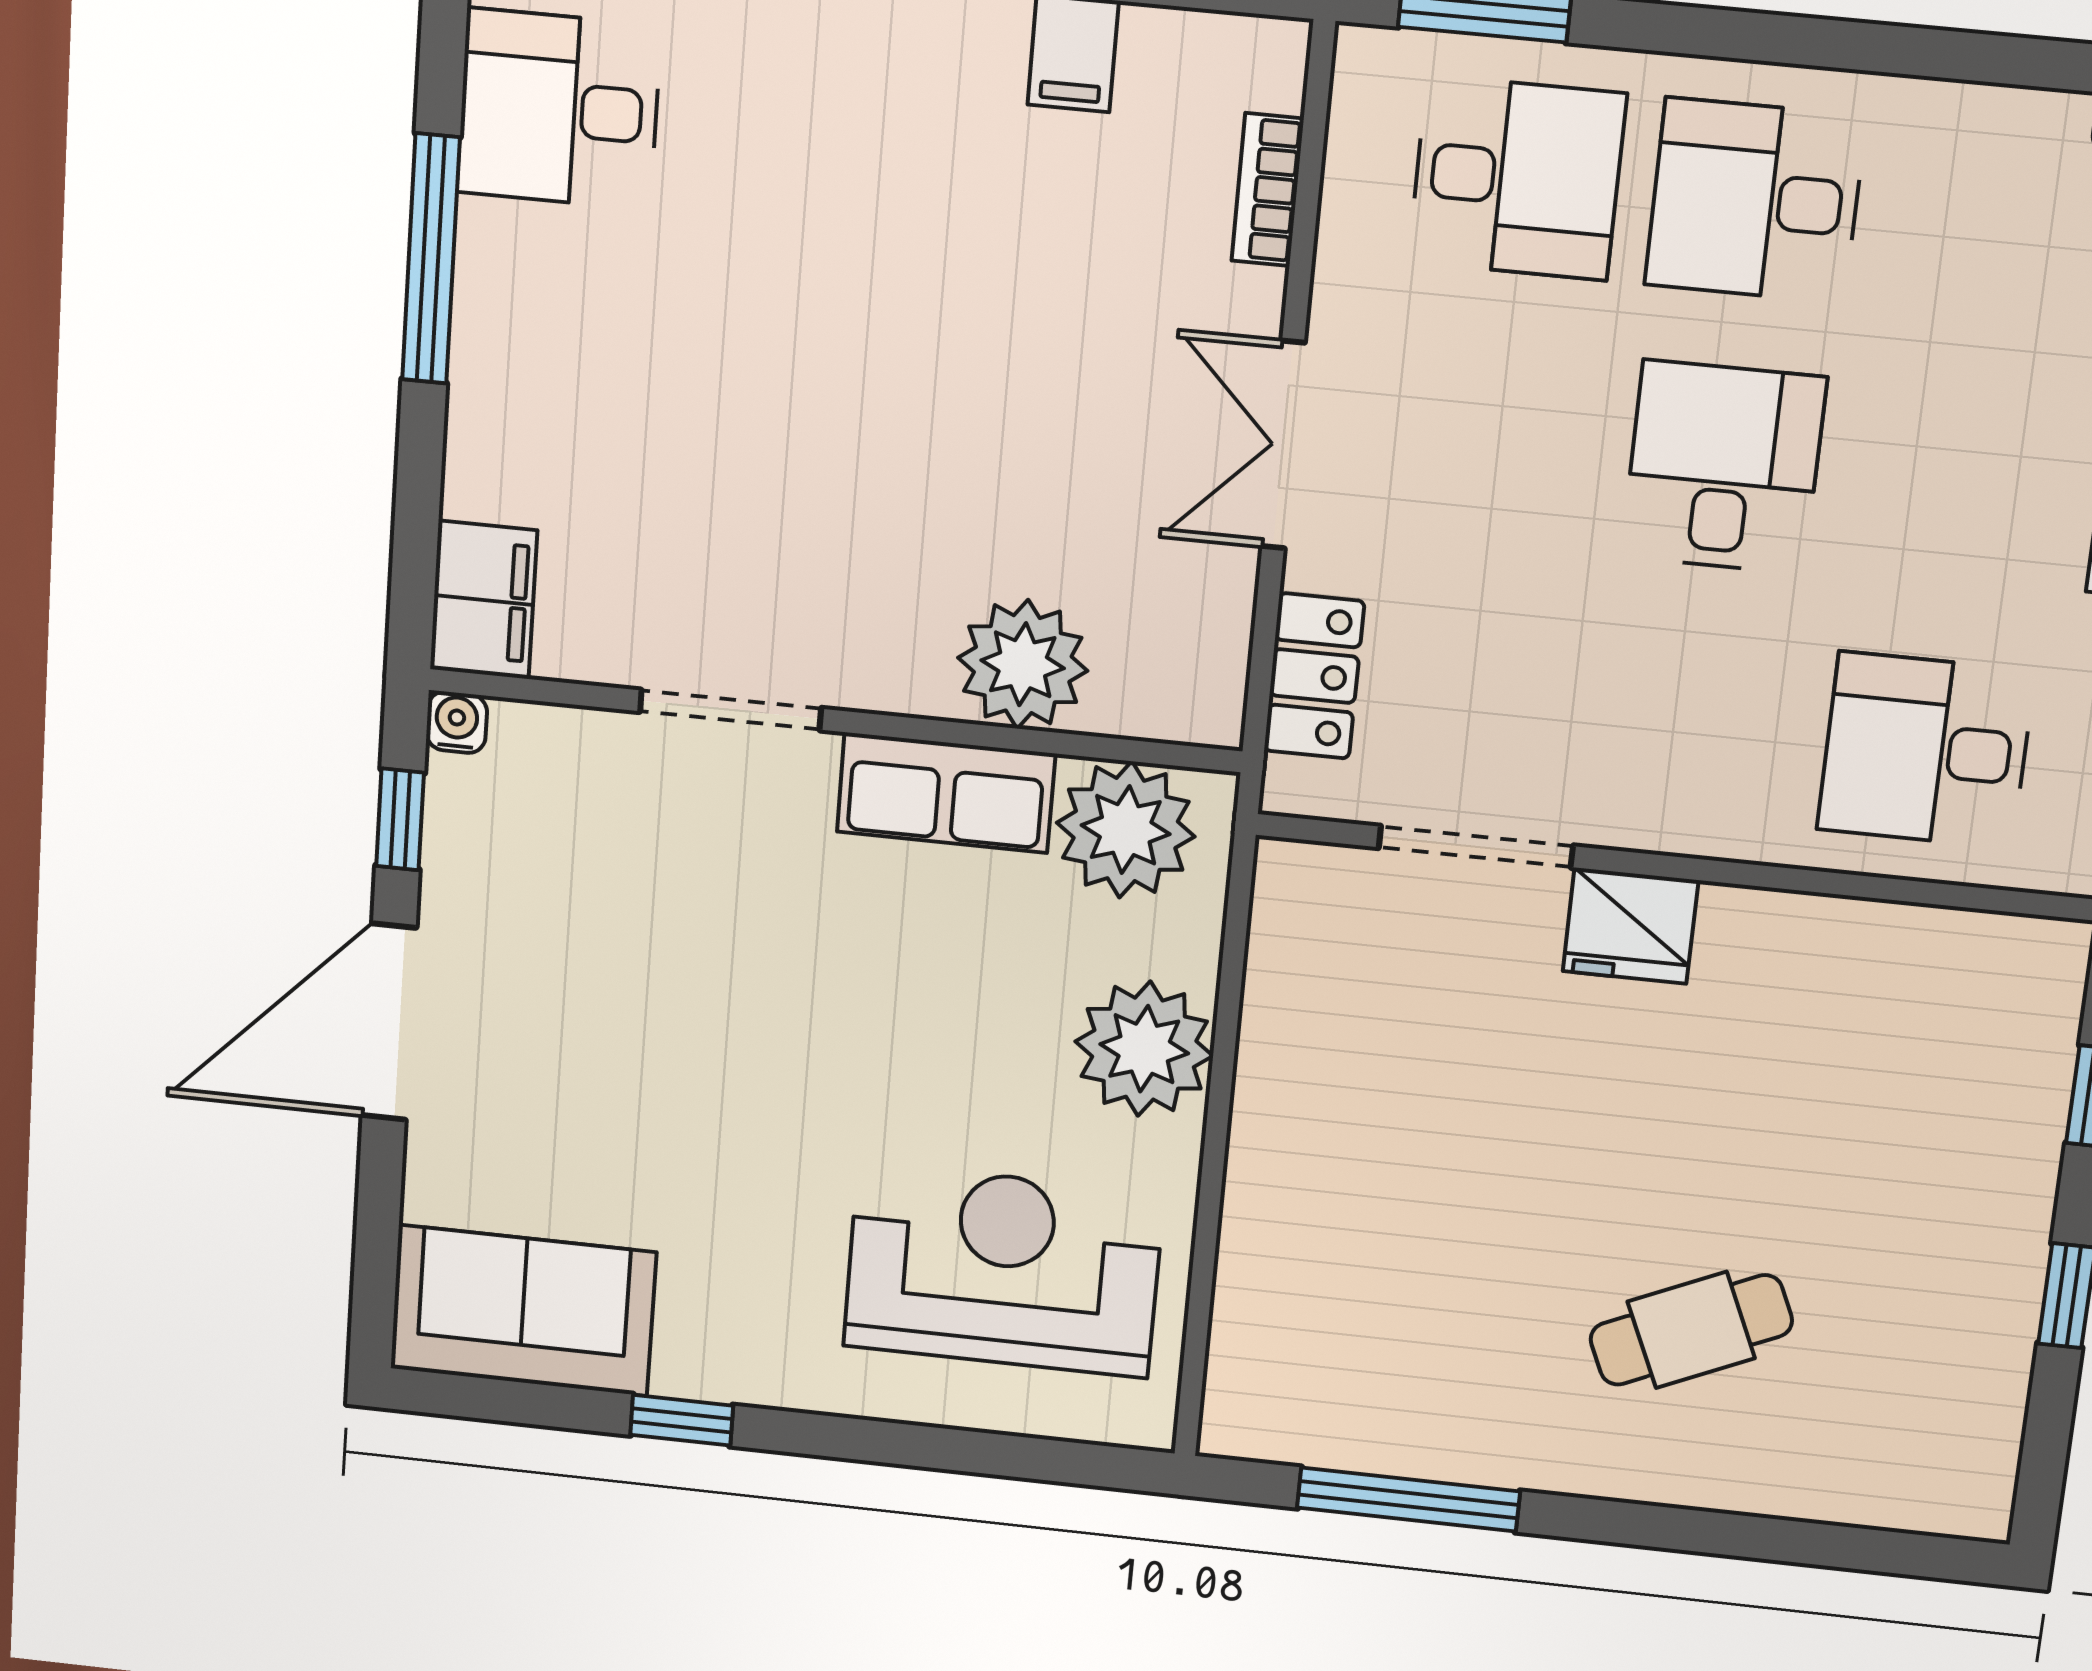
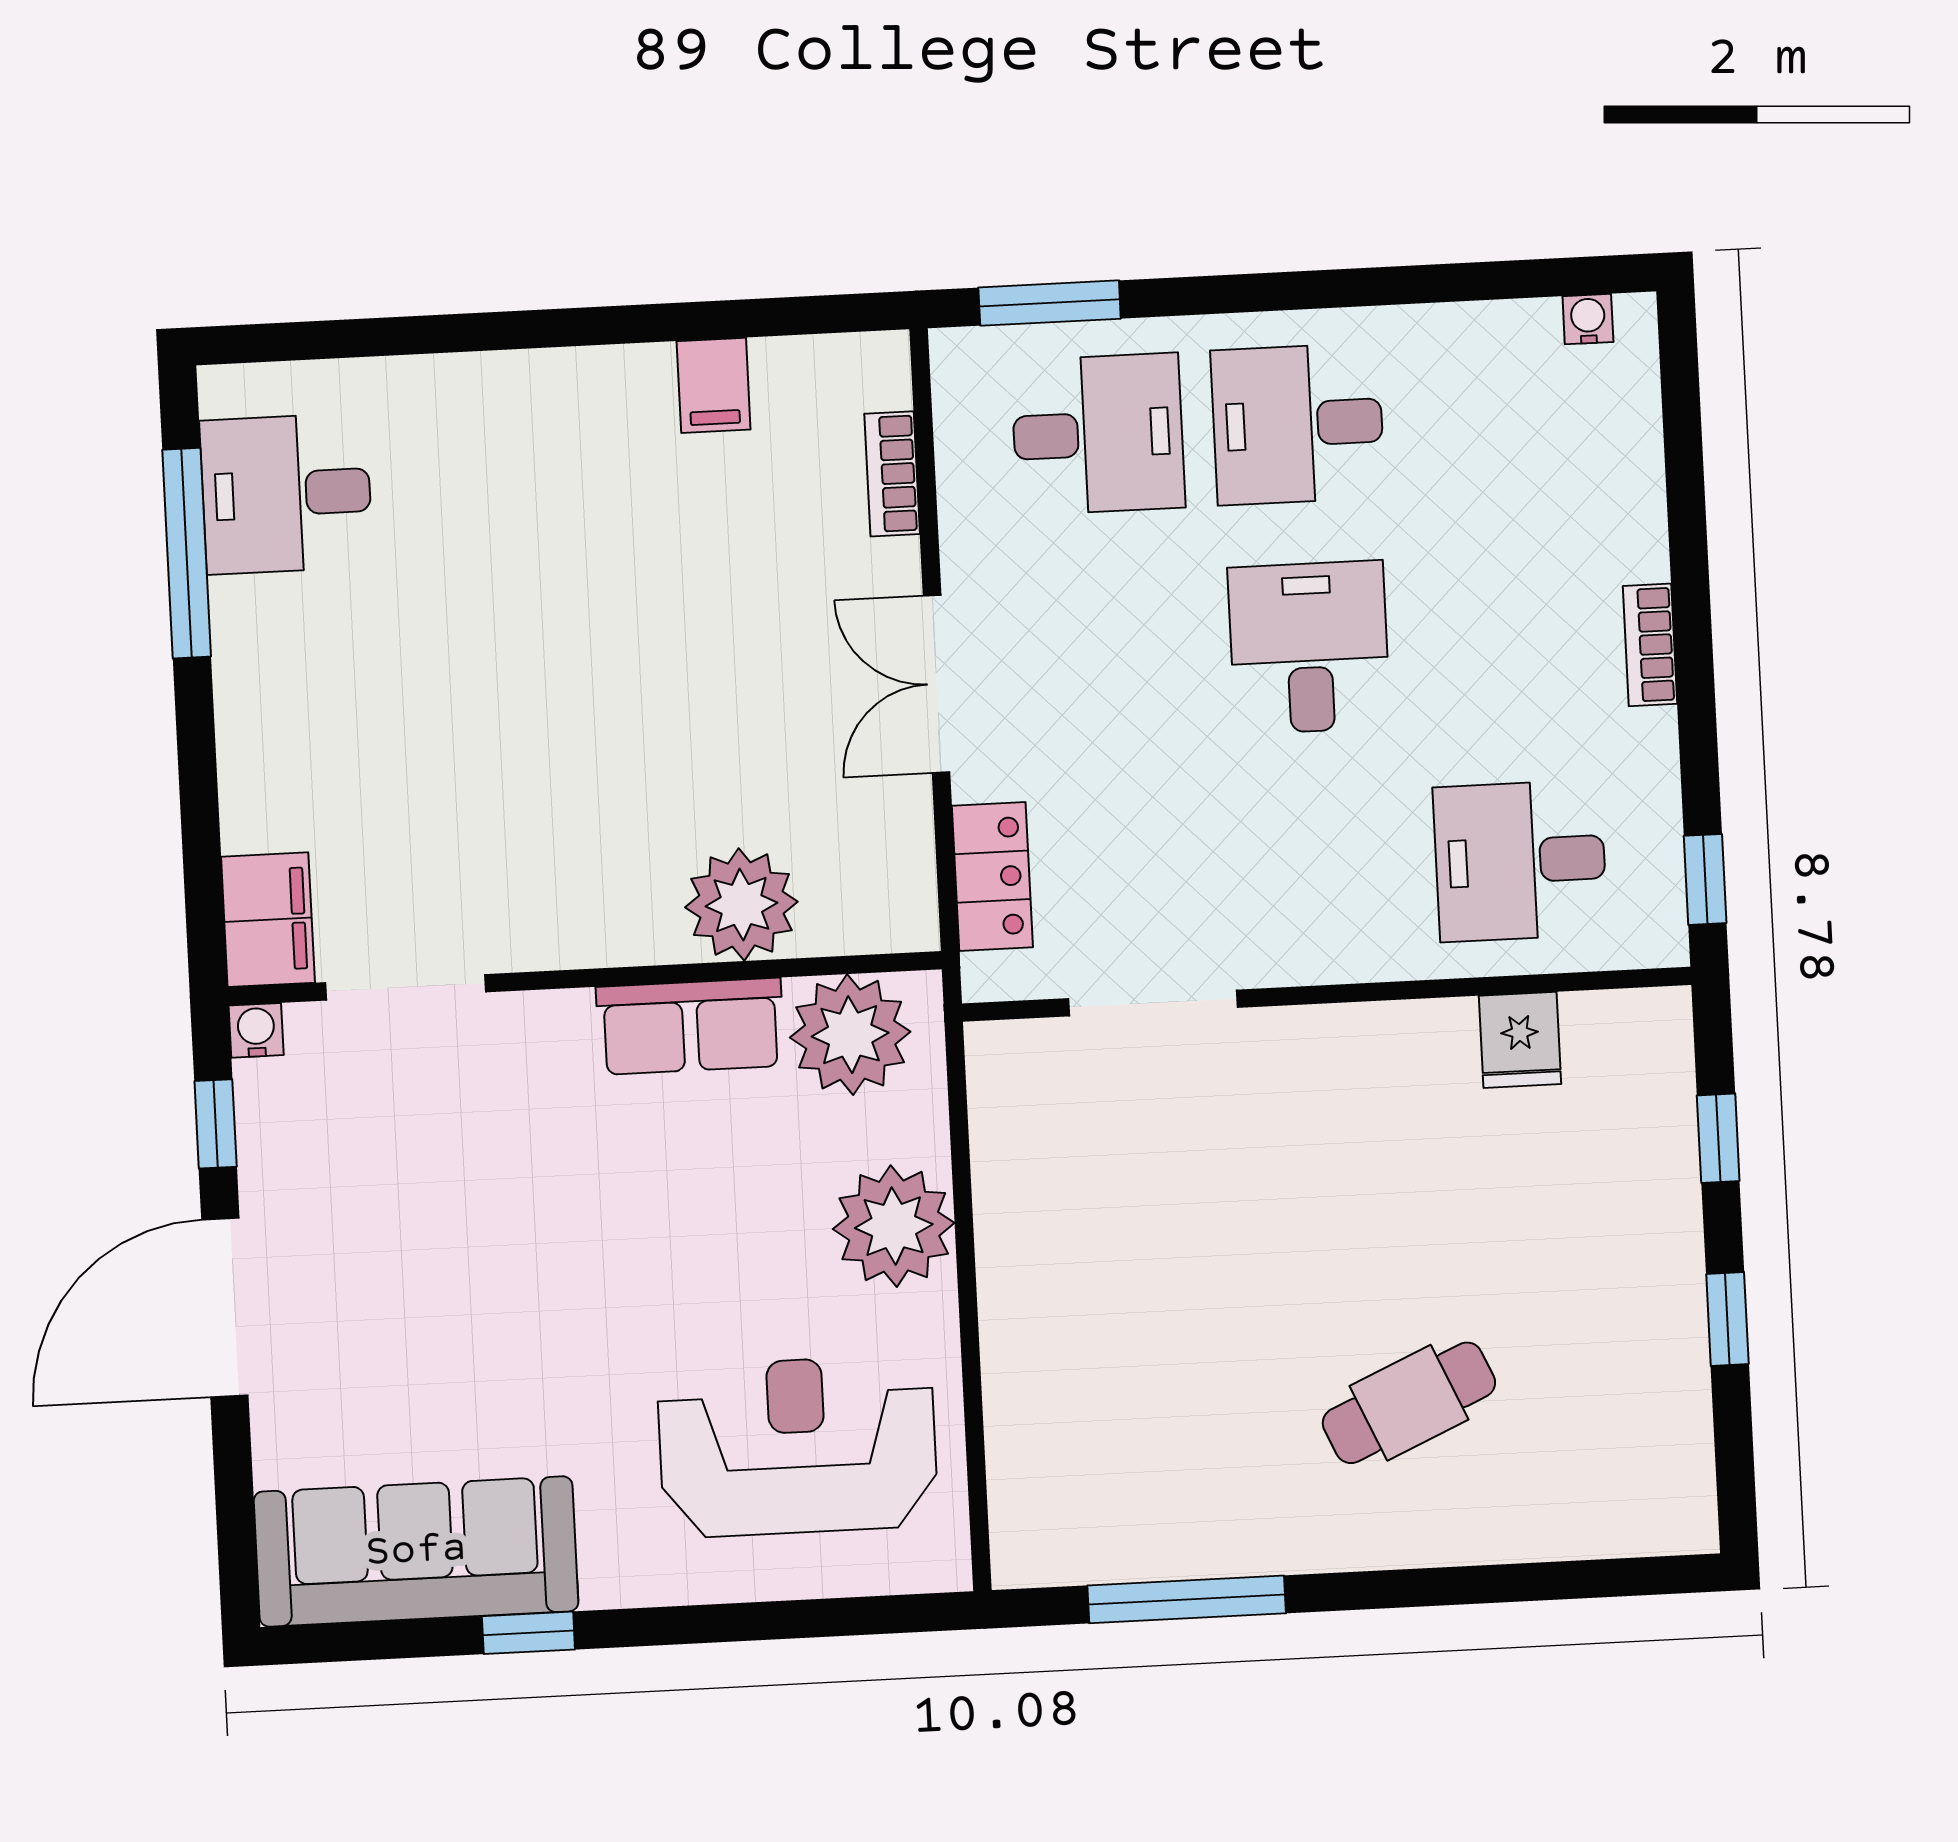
window: (431, 259) -> (187, 553), moved
doorway: (730, 710) -> (406, 987), moved
fridge: (1631, 926) -> (1520, 1040), moved, width x0.72
sofa: (523, 1310) -> (416, 1551), width x1.36

